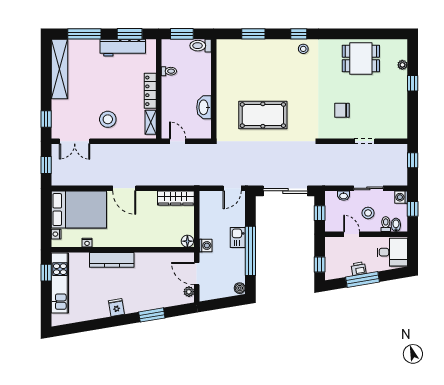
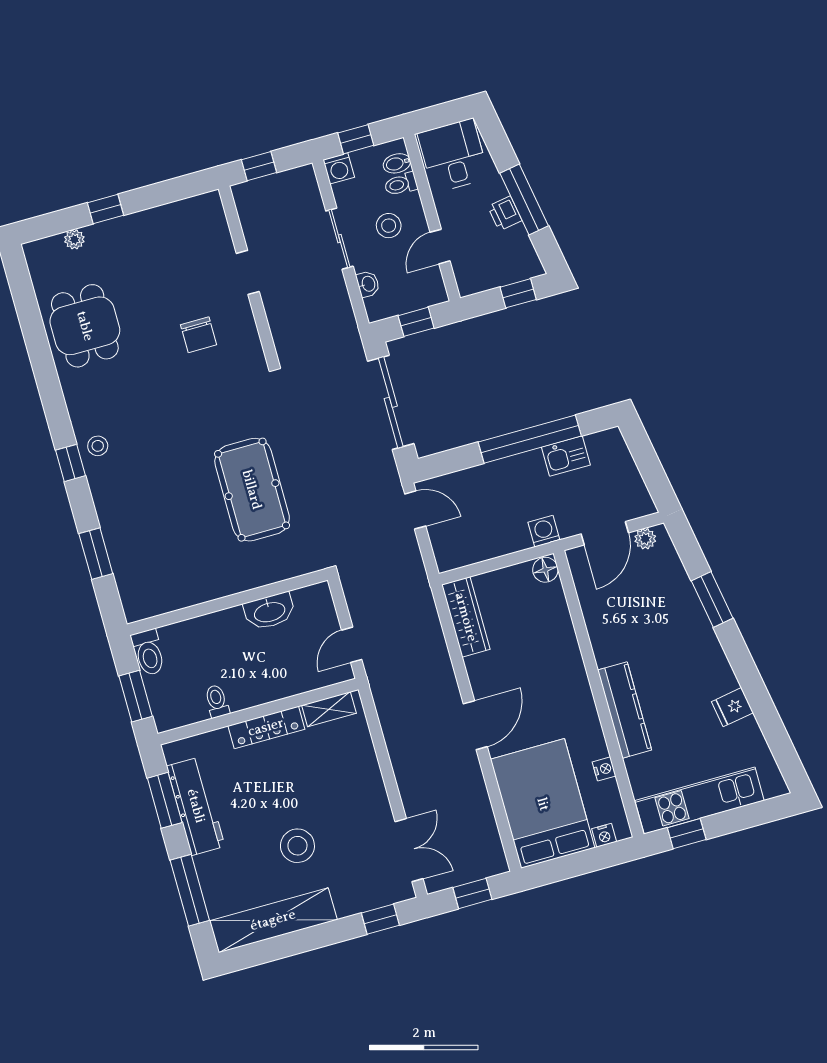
stool: (108, 119) -> (297, 846), moved
kitchen sink: (238, 237) -> (566, 456), moved
boiler: (240, 288) -> (610, 440), removed
fridge: (116, 307) -> (732, 707), moved

